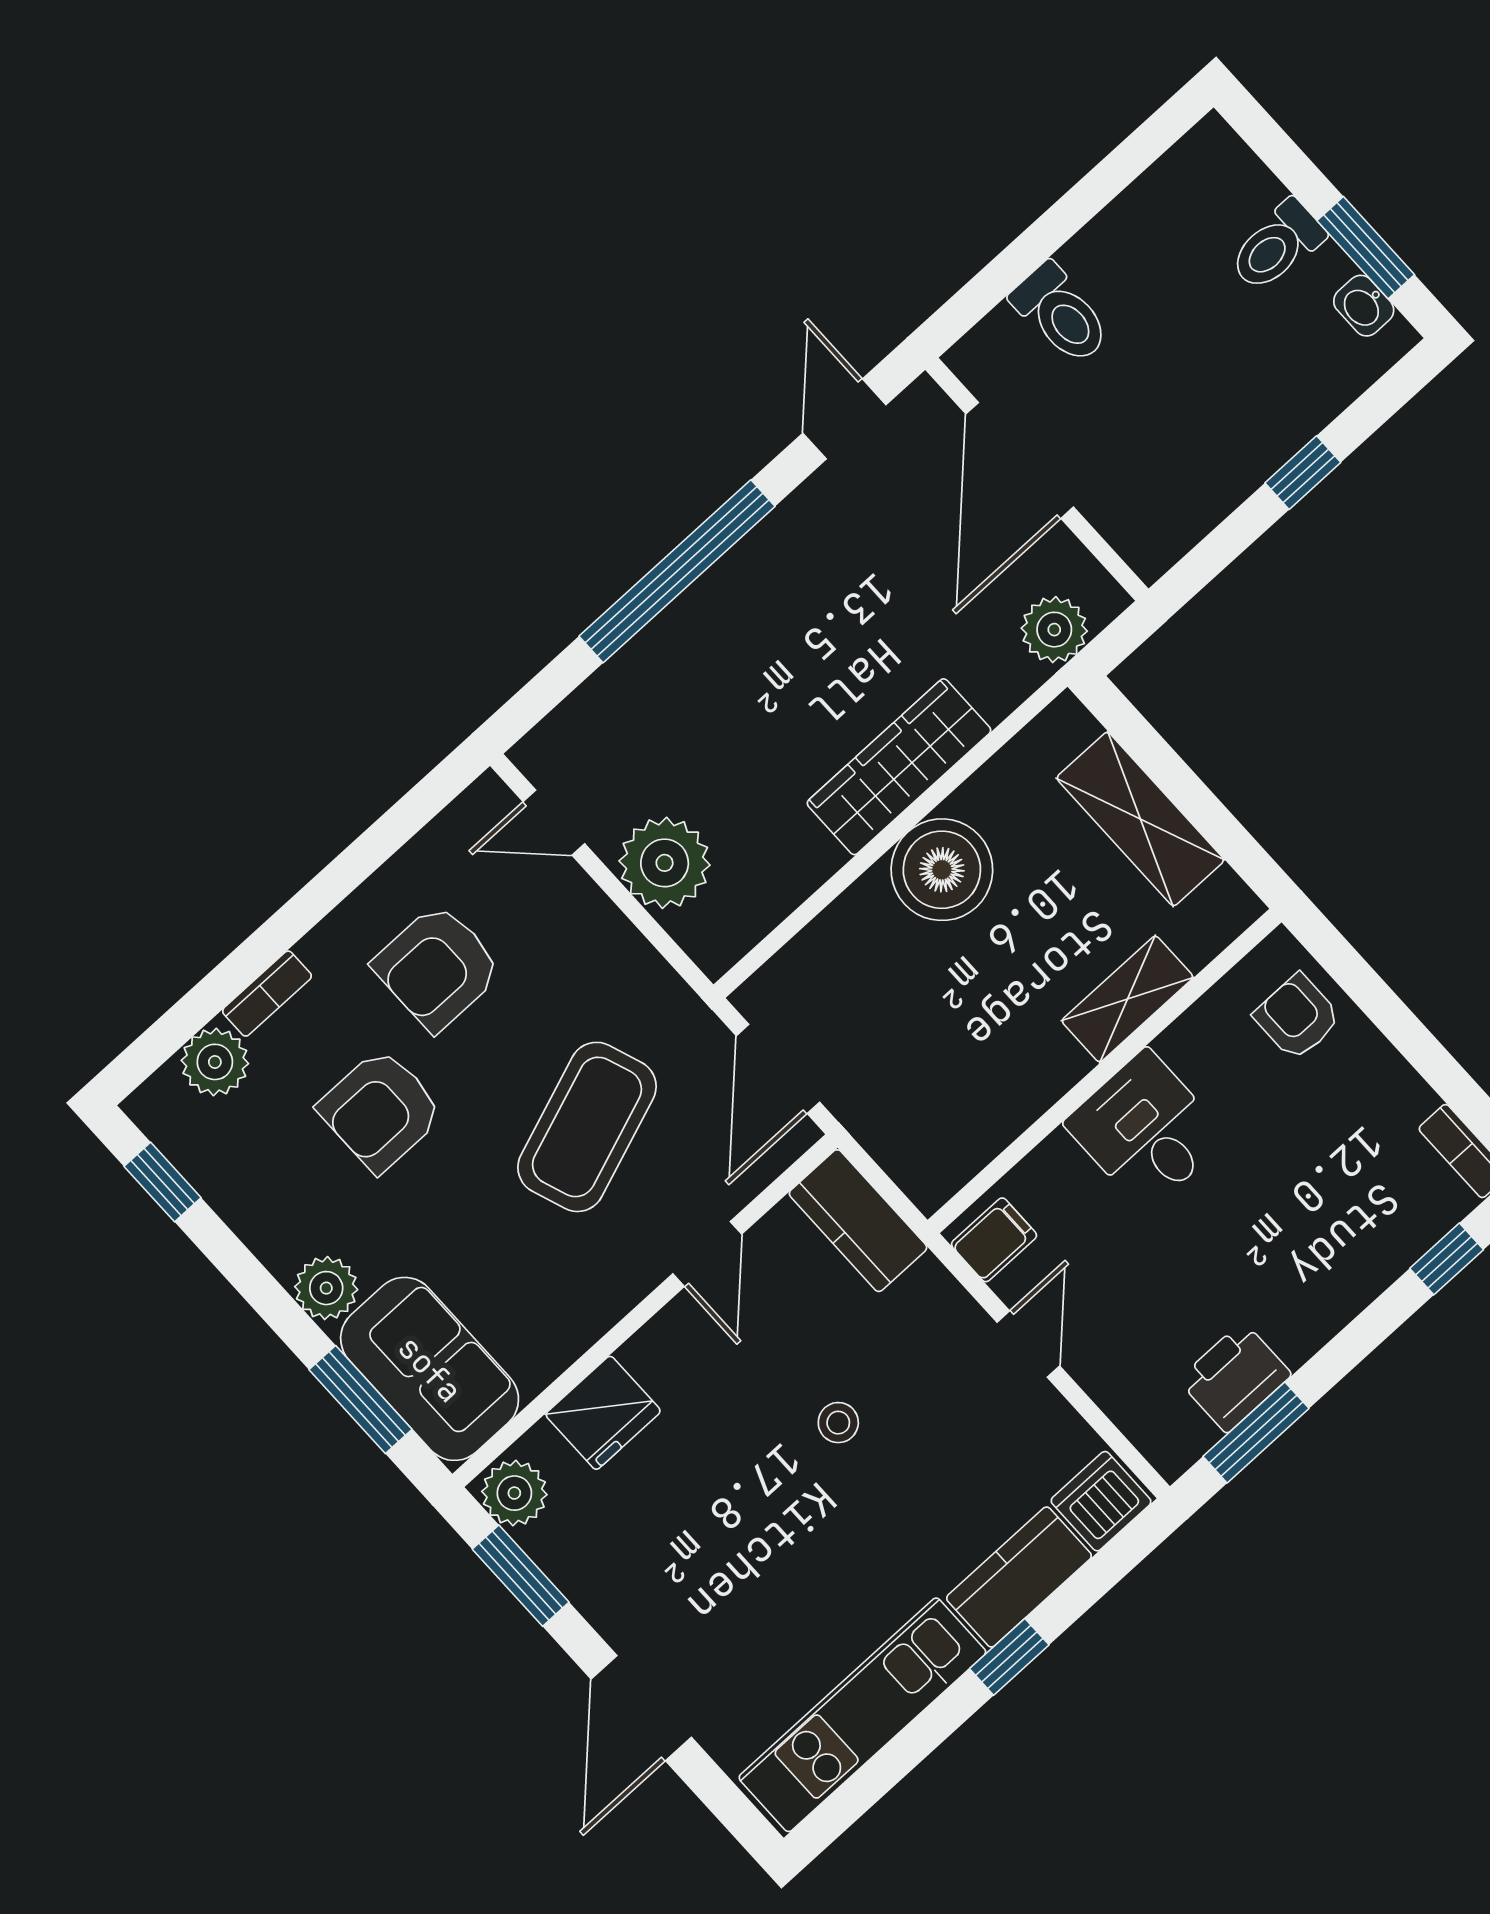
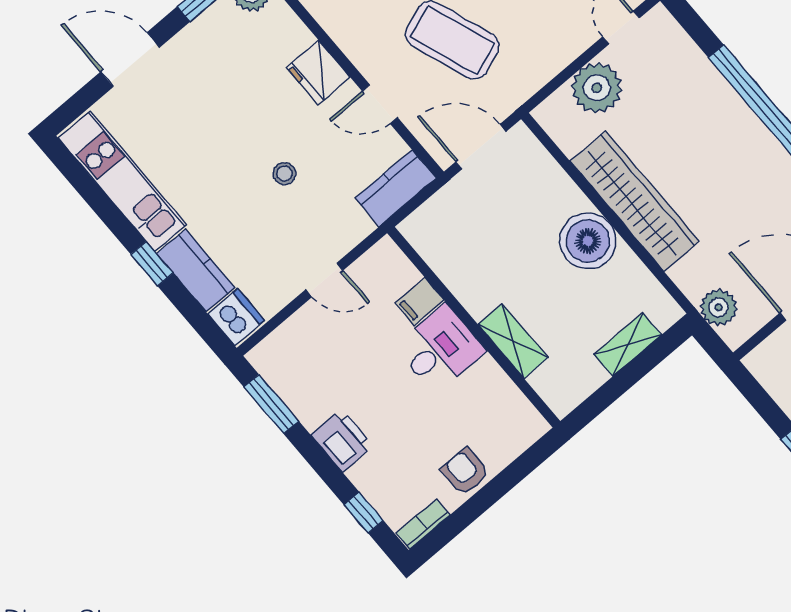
wardrobe: (899, 767) -> (635, 201), width x1.40, depth x1.17
shelving: (1140, 819) -> (628, 345), width x0.67, depth x0.75
armchair: (1297, 1017) -> (465, 472), moved, turned -90
filing cabinet: (994, 1240) -> (419, 301), moved, turned 90
printer: (1235, 1377) -> (342, 440), moved
fridge: (603, 1413) -> (318, 72), moved

